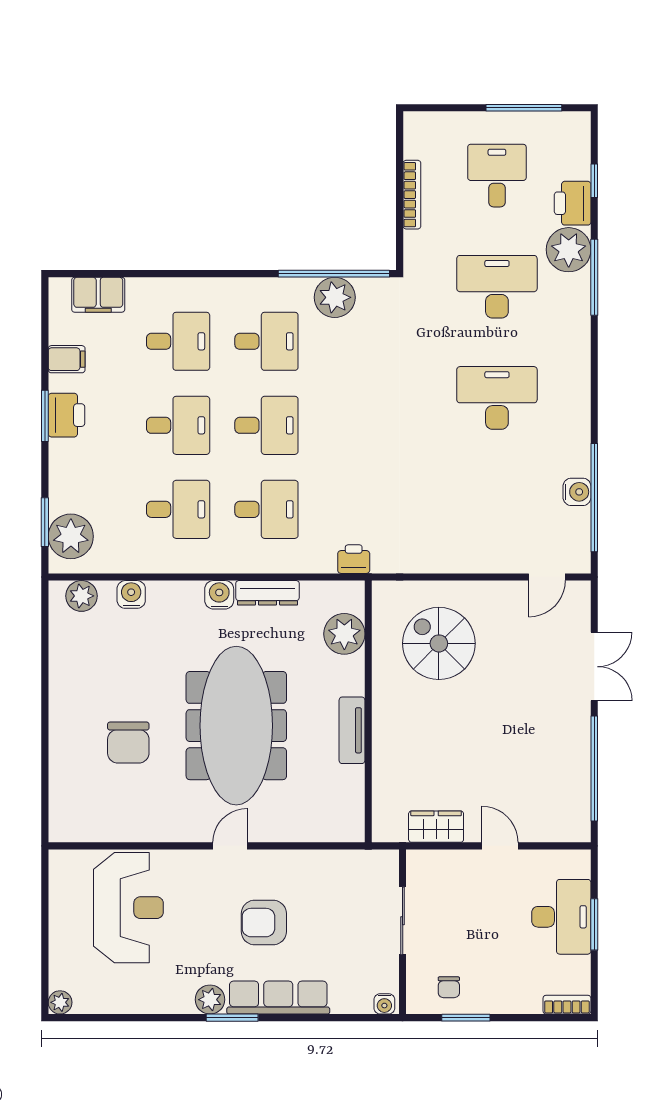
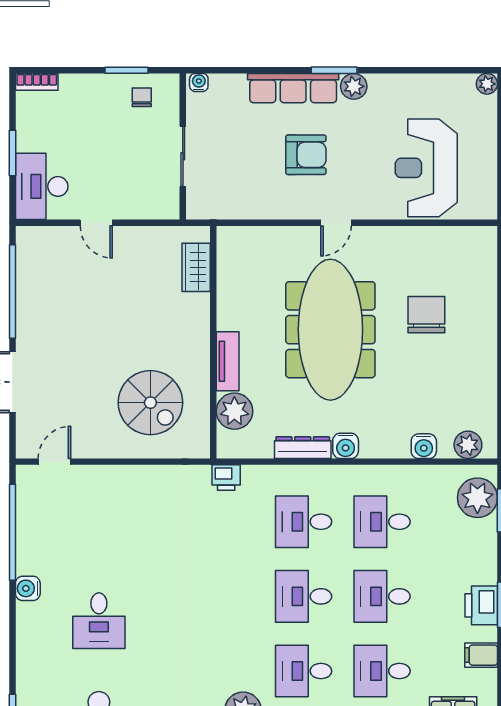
desk: (497, 398) -> (99, 621), width x0.73
water cooler: (577, 492) -> (28, 588), moved
tv unit: (352, 730) -> (228, 361), moved
wardrobe: (436, 827) -> (196, 267), moved, turned 90
desk: (561, 917) -> (42, 186), moved

